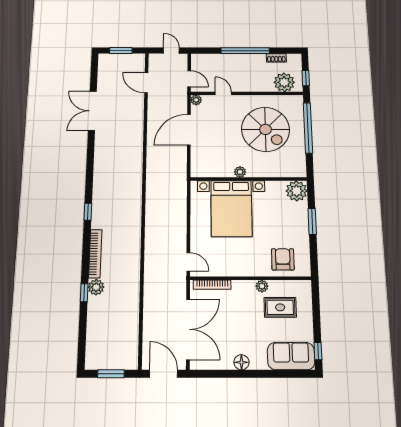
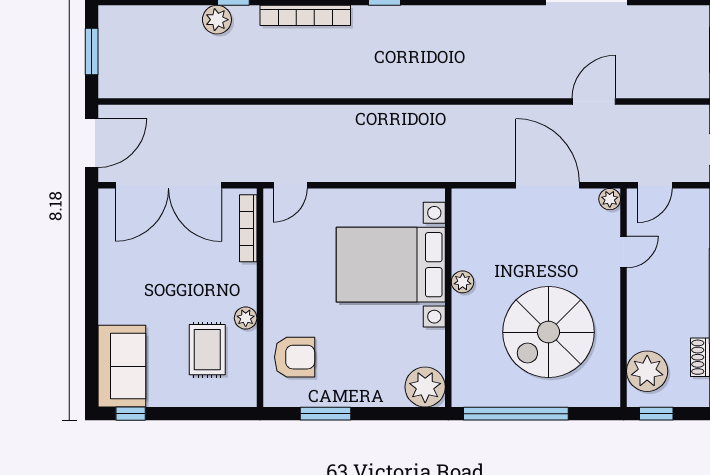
door: (146, 83) -> (594, 101), moved
window: (308, 128) -> (516, 414), moved
window: (312, 222) -> (326, 414), moved
plant: (96, 287) -> (217, 20), moved
floor lamp: (241, 362) -> (111, 279), removed

